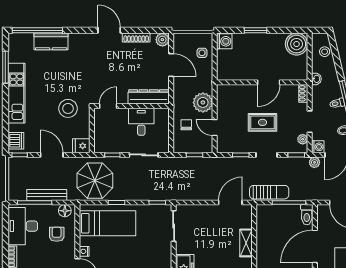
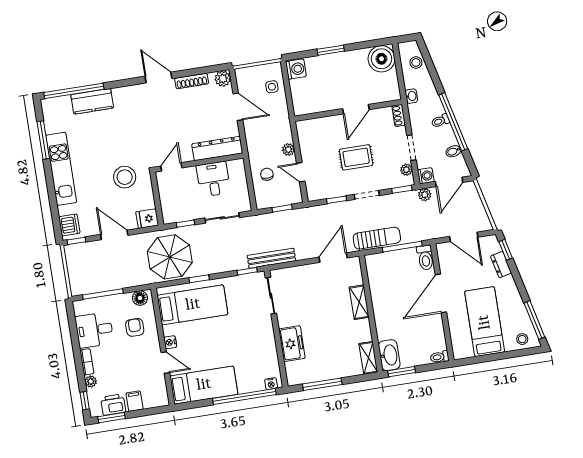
plant: (203, 102) -> (288, 149), width x0.53, depth x0.53
bench: (47, 195) -> (271, 258), moved
desk: (23, 226) -> (94, 330), width x0.73

